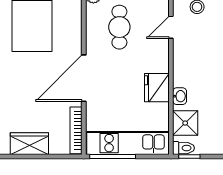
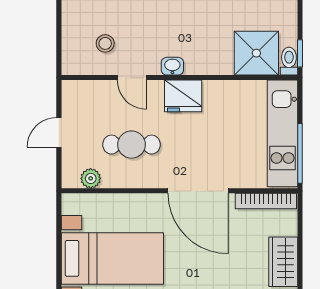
fridge: (157, 88) -> (183, 96), moved
washbasin: (180, 96) -> (172, 66), moved
shower: (185, 123) -> (256, 53), width x1.36, depth x1.36

